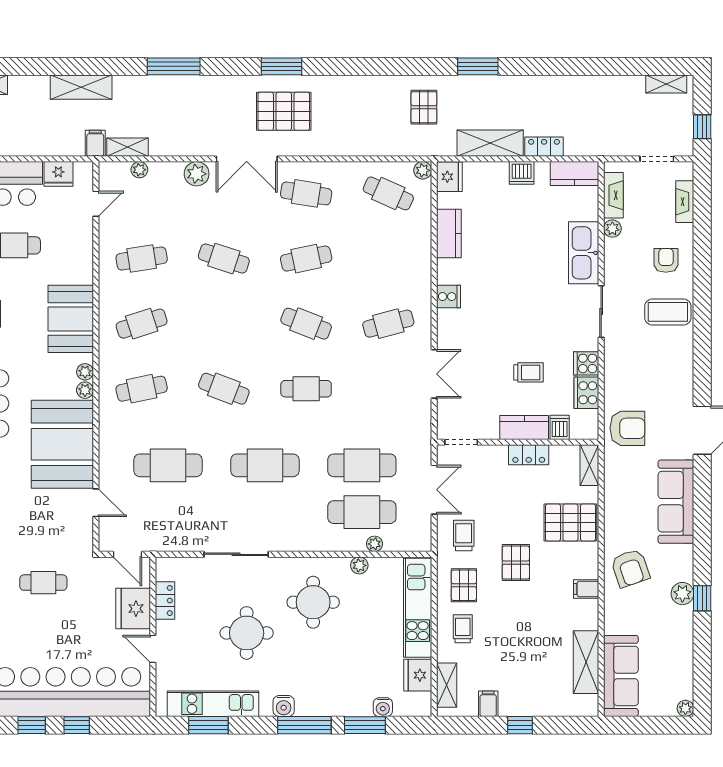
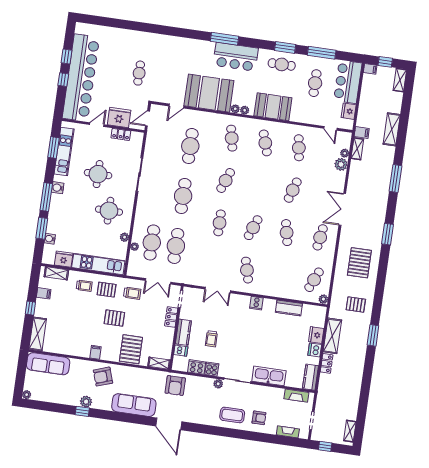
pallet: (284, 111) -> (359, 263), moved
plant: (197, 174) -> (341, 164), moved
fridge: (449, 177) -> (316, 335), moved, turned 90
plant: (612, 229) -> (218, 384), moved
coffee table: (668, 312) -> (232, 415), turned 90
locker: (529, 455) -> (171, 317), moved
shelving: (586, 662) -> (38, 334), moved, turned 90

